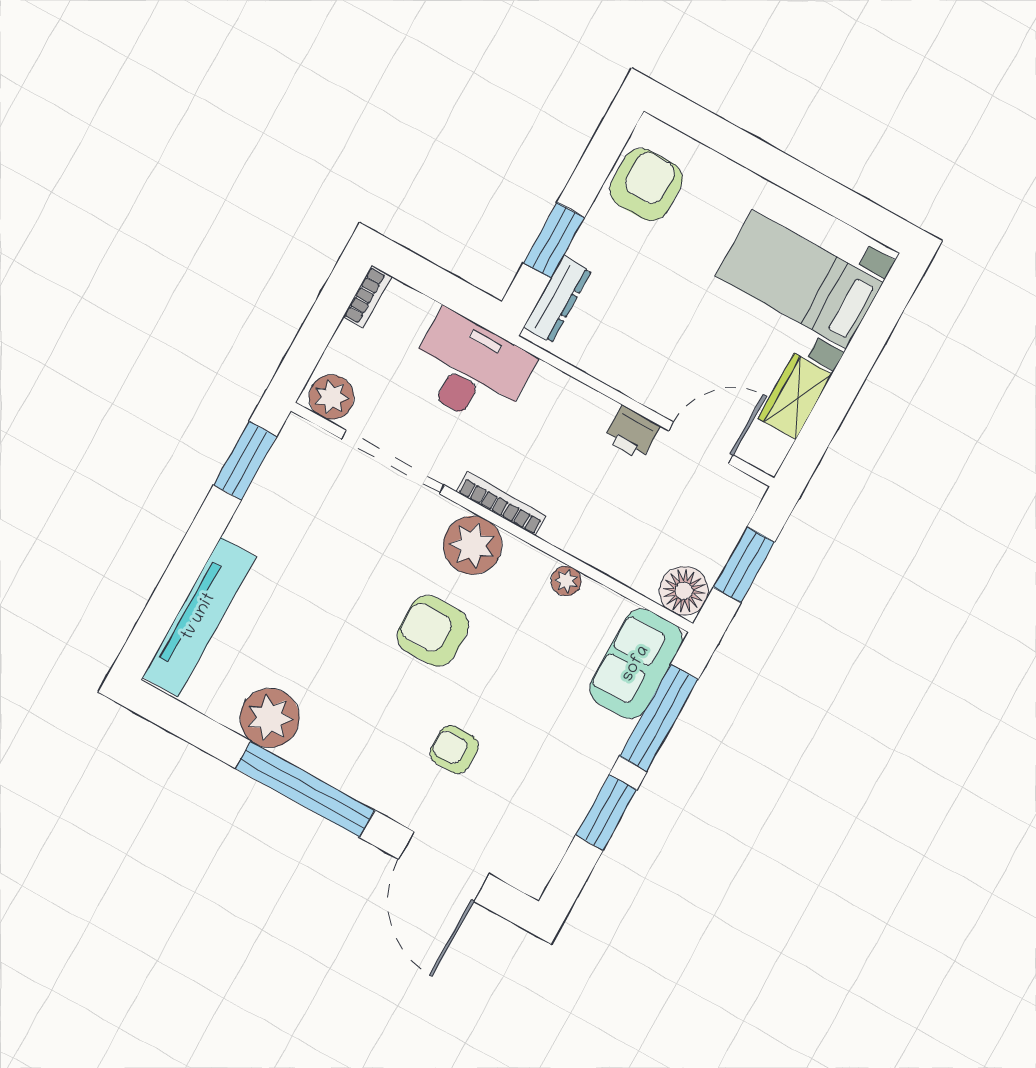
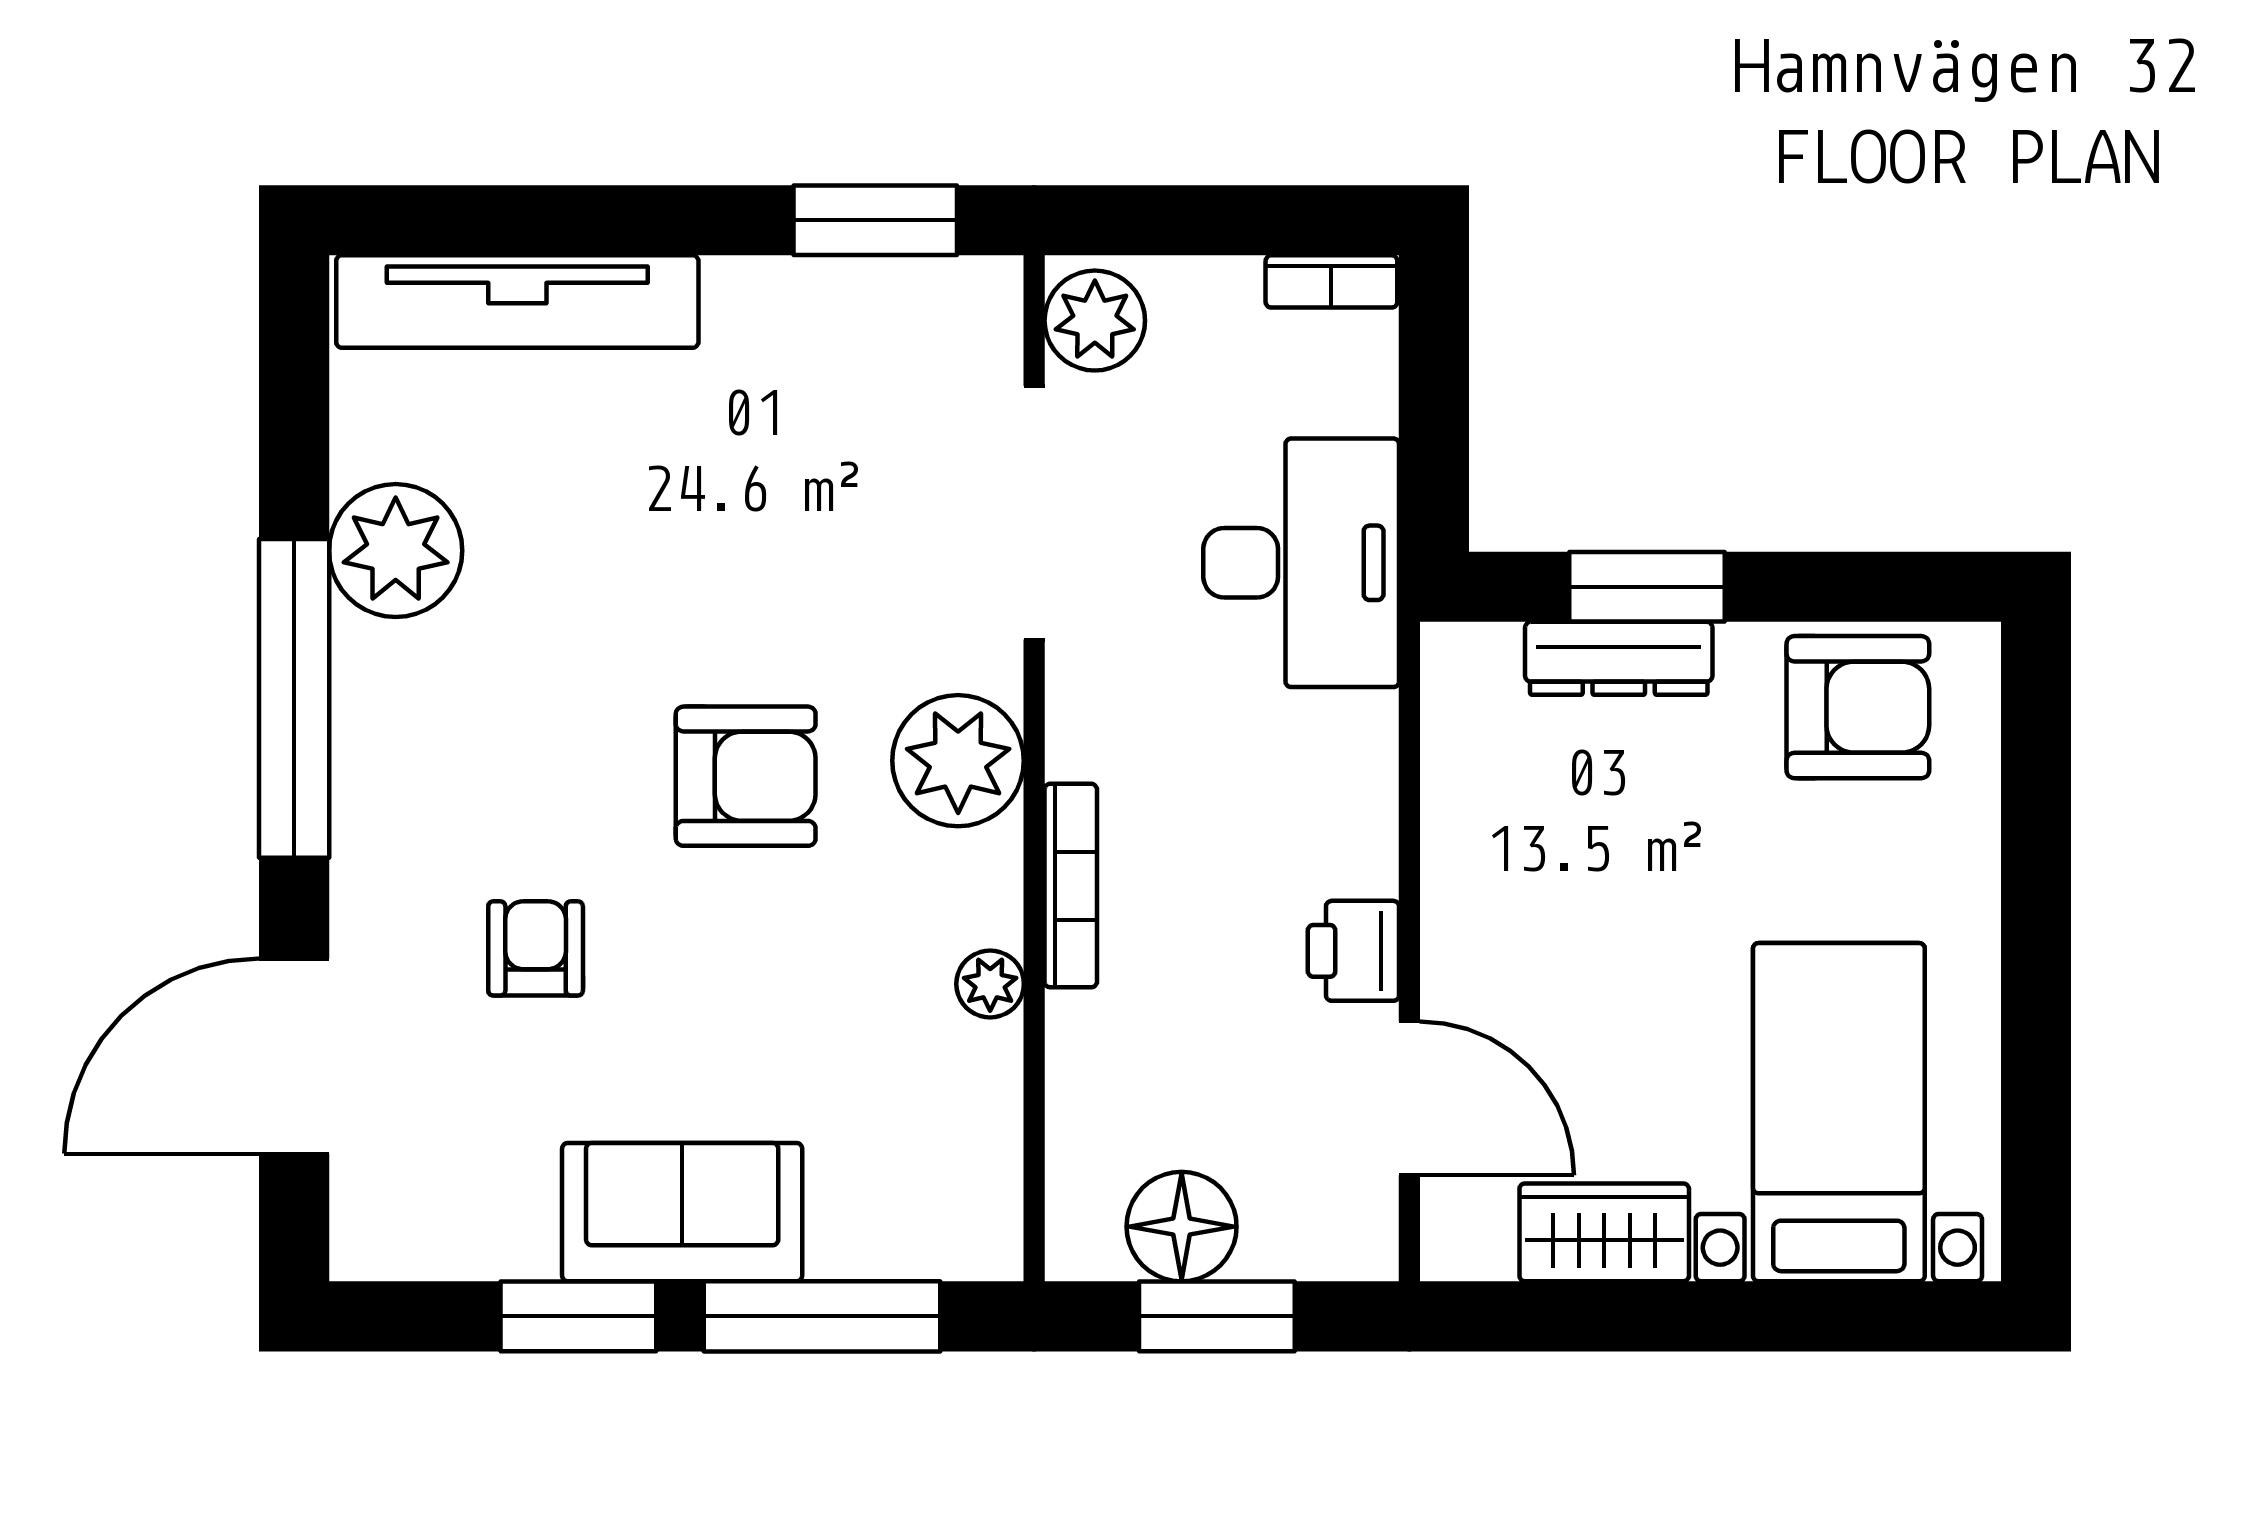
dresser: (557, 299) -> (1619, 658), moved
bookcase: (501, 504) -> (1071, 886), moved
floor lamp: (684, 591) -> (1182, 1227), moved
armchair: (433, 631) -> (746, 776), turned 90
sofa: (636, 664) -> (682, 1212), moved

